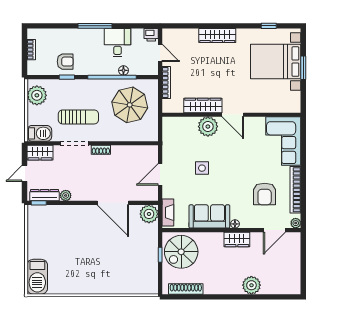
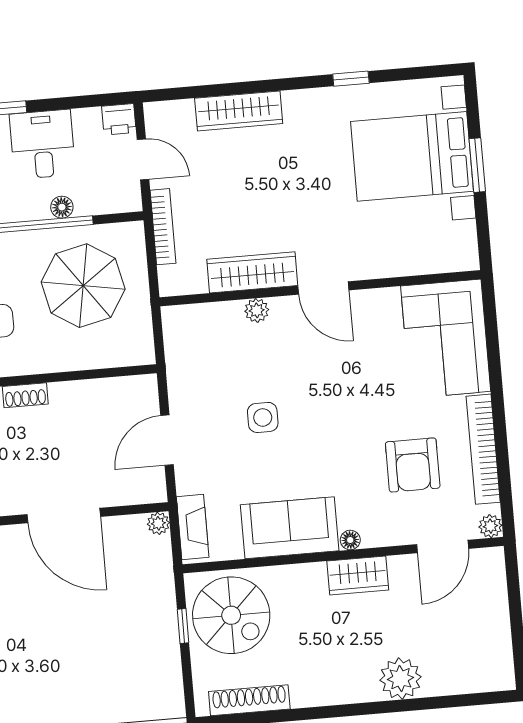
window: (269, 26) -> (351, 79), moved
wardrobe: (217, 36) -> (239, 111), moved
plant: (208, 127) -> (257, 310), width x0.53, depth x0.53
plant: (149, 214) -> (158, 523), width x0.53, depth x0.53
spiral stairs: (181, 252) -> (231, 615), turned -90

